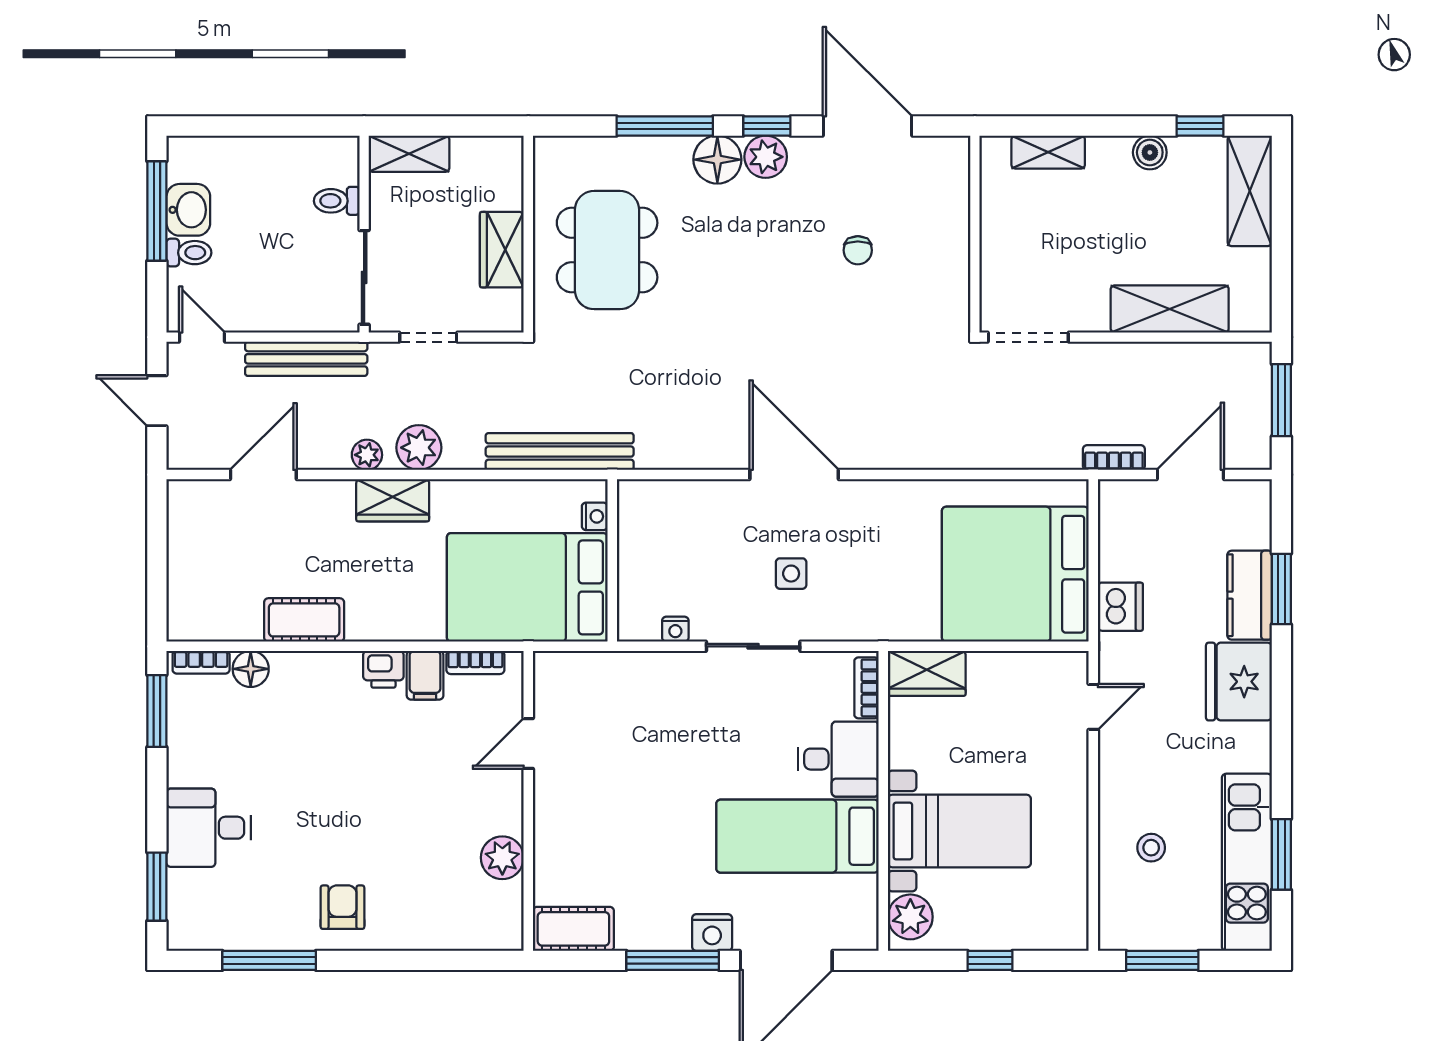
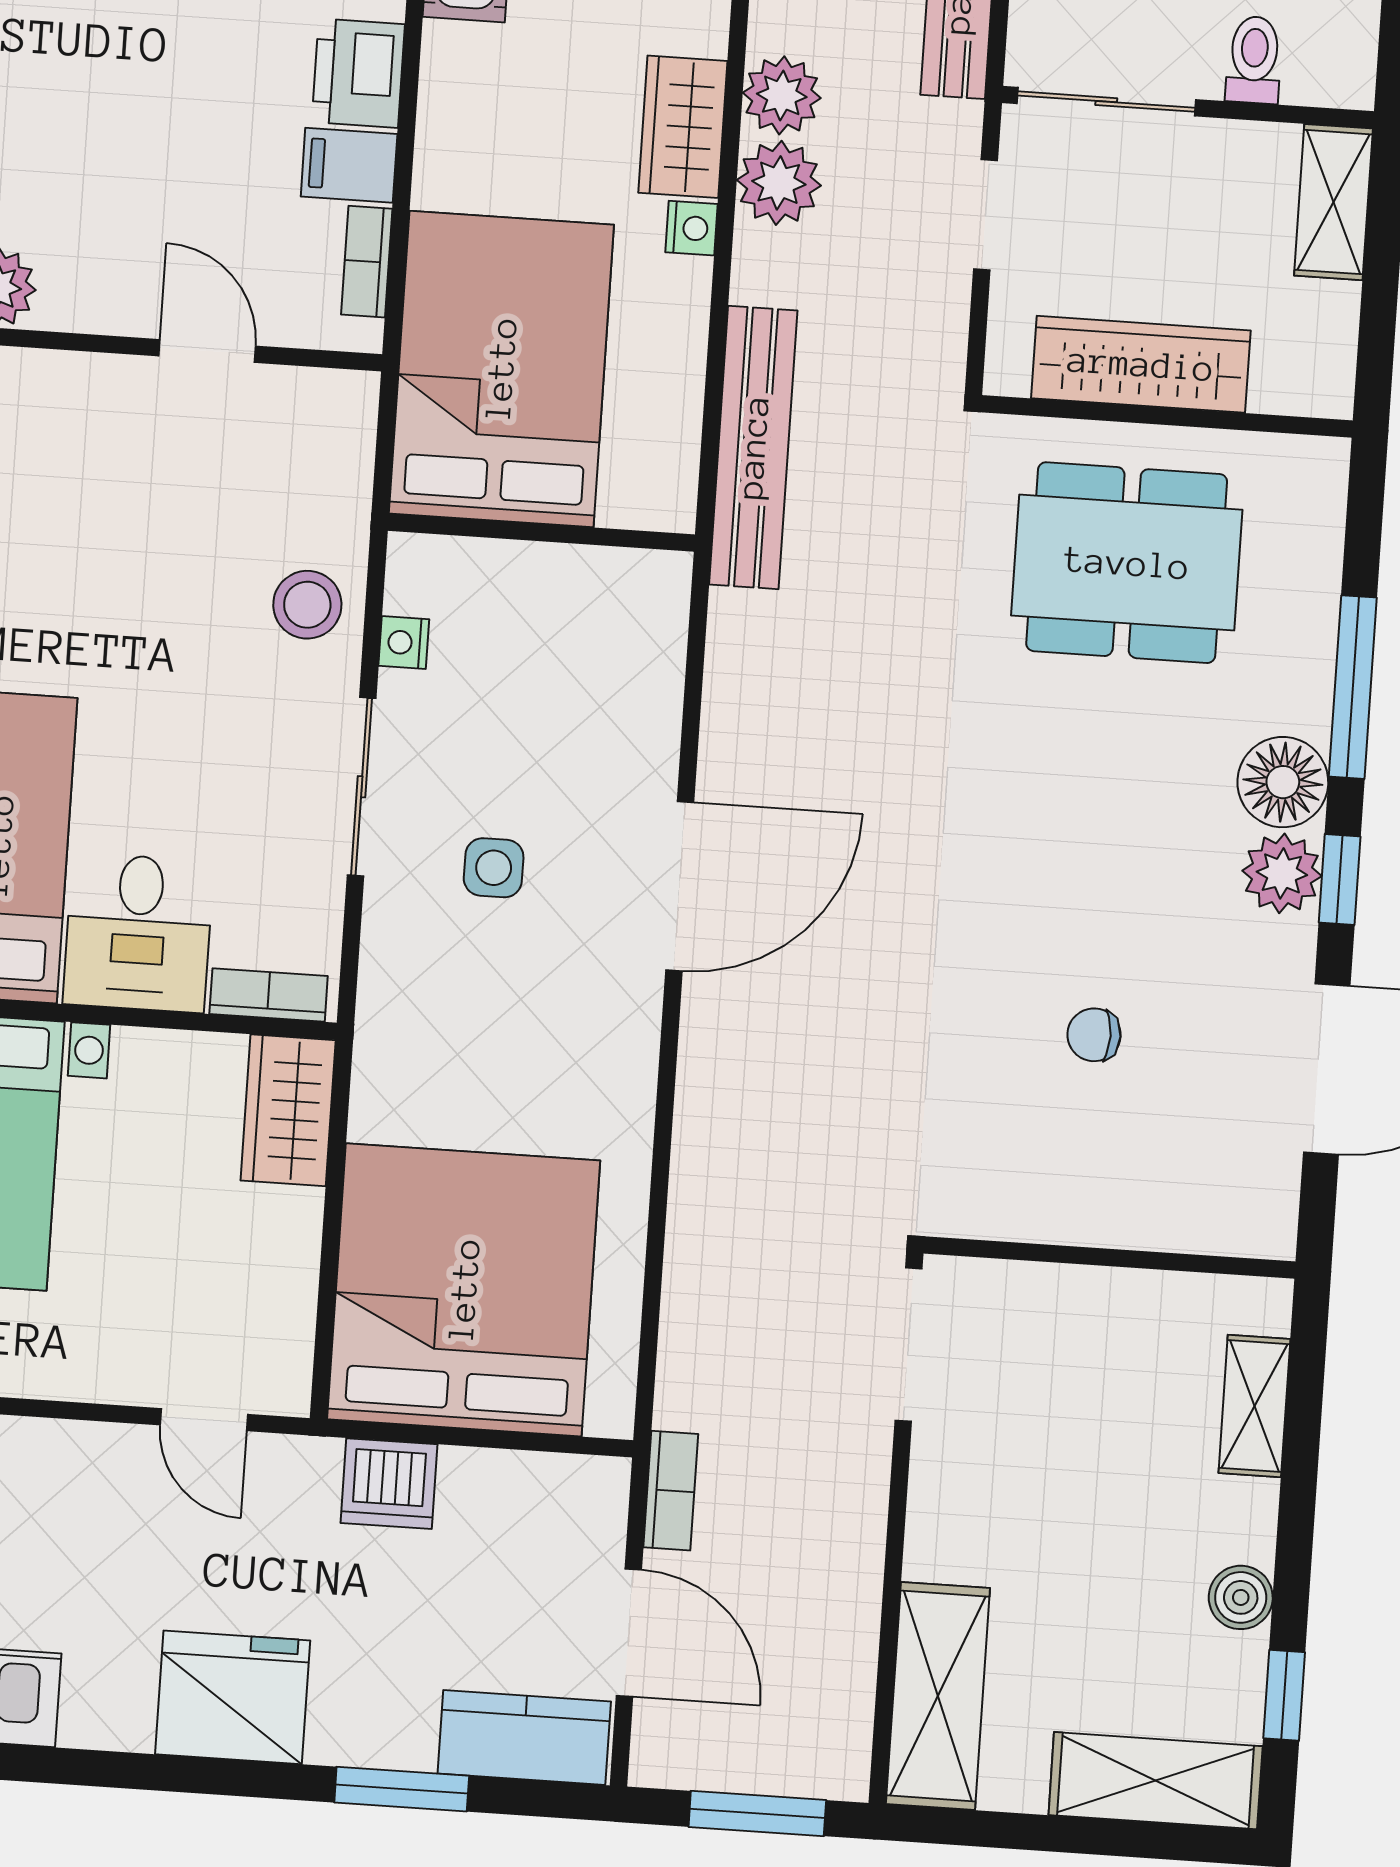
wardrobe: (502, 250) -> (1141, 364), width x1.50
shelving: (1170, 309) -> (938, 1696), moved
plant: (367, 455) -> (782, 95), width x1.38, depth x1.38
nightstand: (595, 516) -> (691, 228), moved, turned -90
kitchen counter: (1250, 595) -> (524, 1737), moved
printer: (383, 669) -> (358, 73), width x1.36, depth x1.24
stool: (659, 681) -> (307, 605), added

